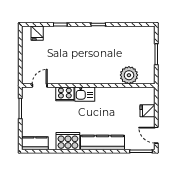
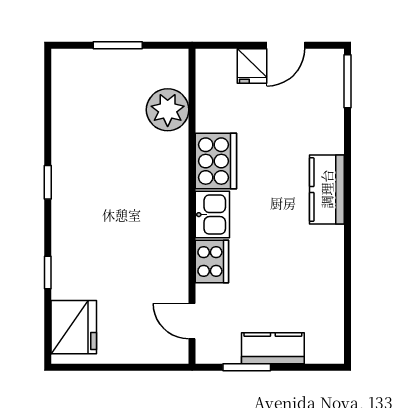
fridge: (37, 33) -> (74, 327), width x1.88, depth x1.34
door: (156, 135) -> (286, 45), moved
cooker: (68, 141) -> (216, 161), moved, turned 180
kitchen counter: (103, 142) -> (327, 189), width x0.67
kitchen counter: (35, 143) -> (273, 348), moved, turned 90

